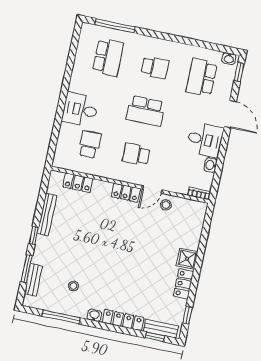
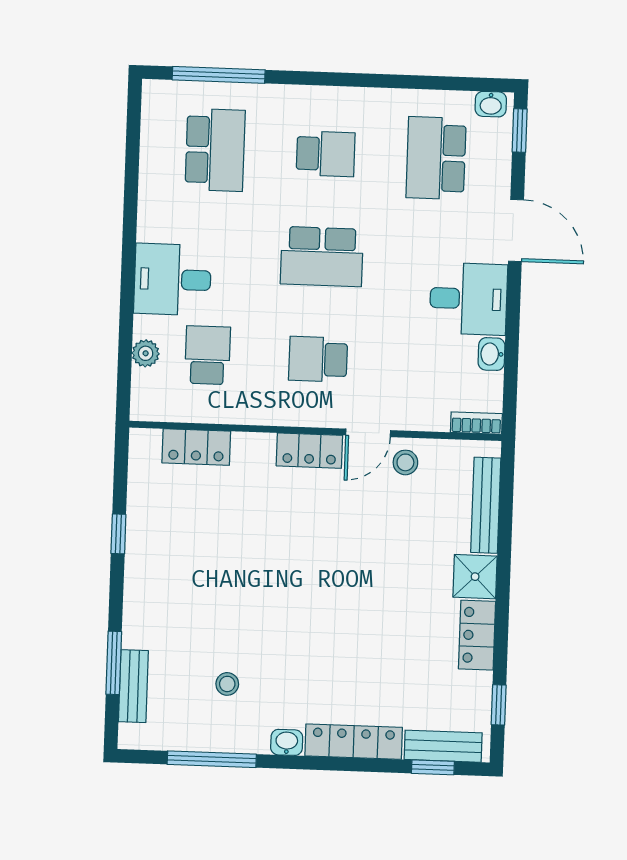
plant: (63, 139) -> (146, 353), added
bench: (47, 214) -> (486, 505), moved
window: (34, 236) -> (118, 534), moved

